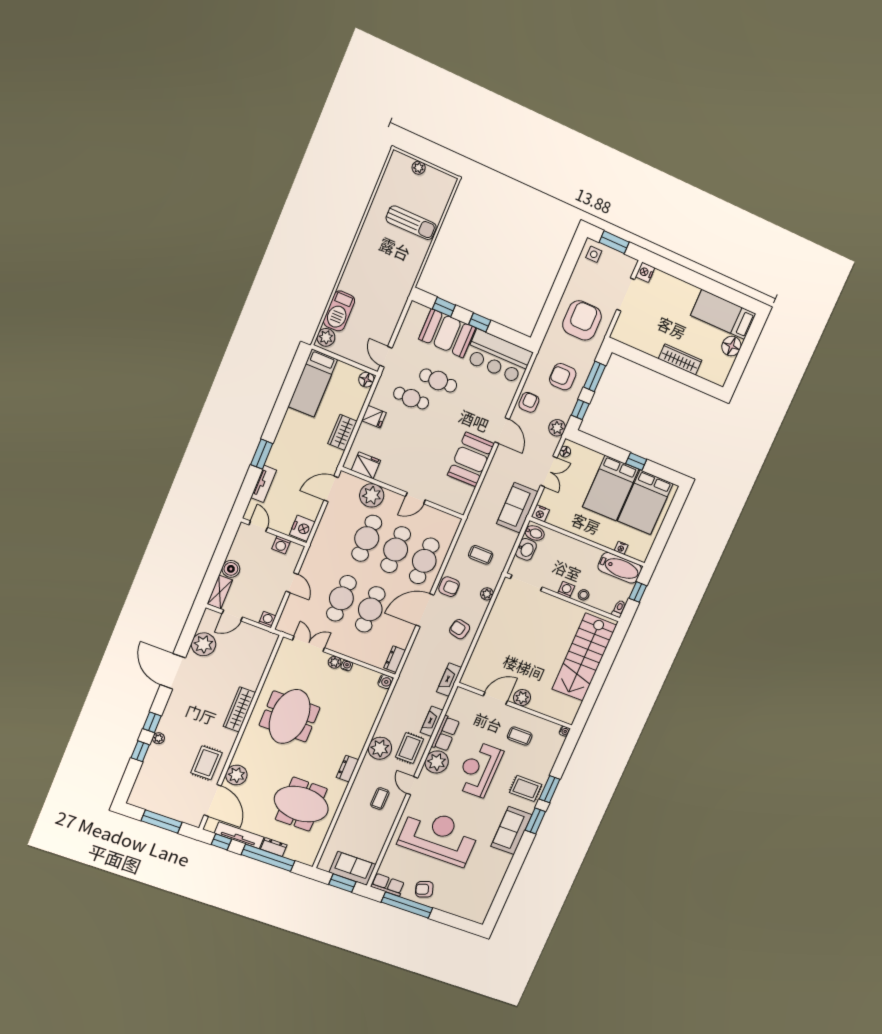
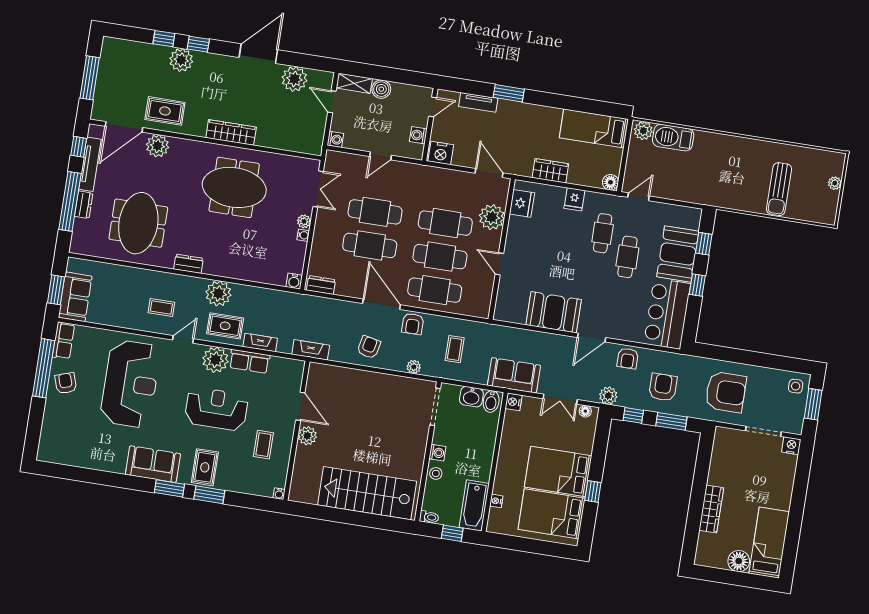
armchair: (529, 402) -> (628, 358), turned 90
plant: (158, 738) -> (181, 60), width x1.88, depth x1.88

